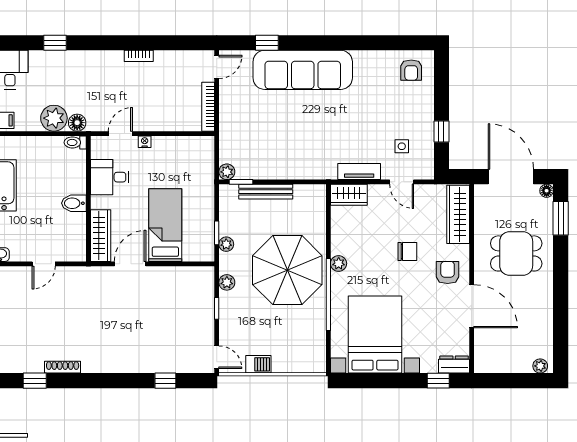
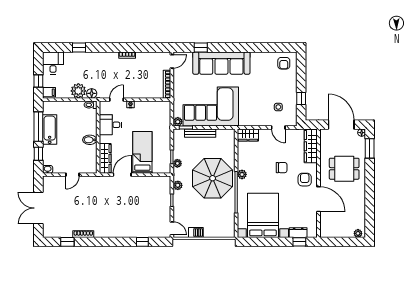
corner sofa: (284, 145) -> (211, 107), added
tv unit: (359, 172) -> (254, 122), removed
dresser: (454, 365) -> (298, 233), moved

